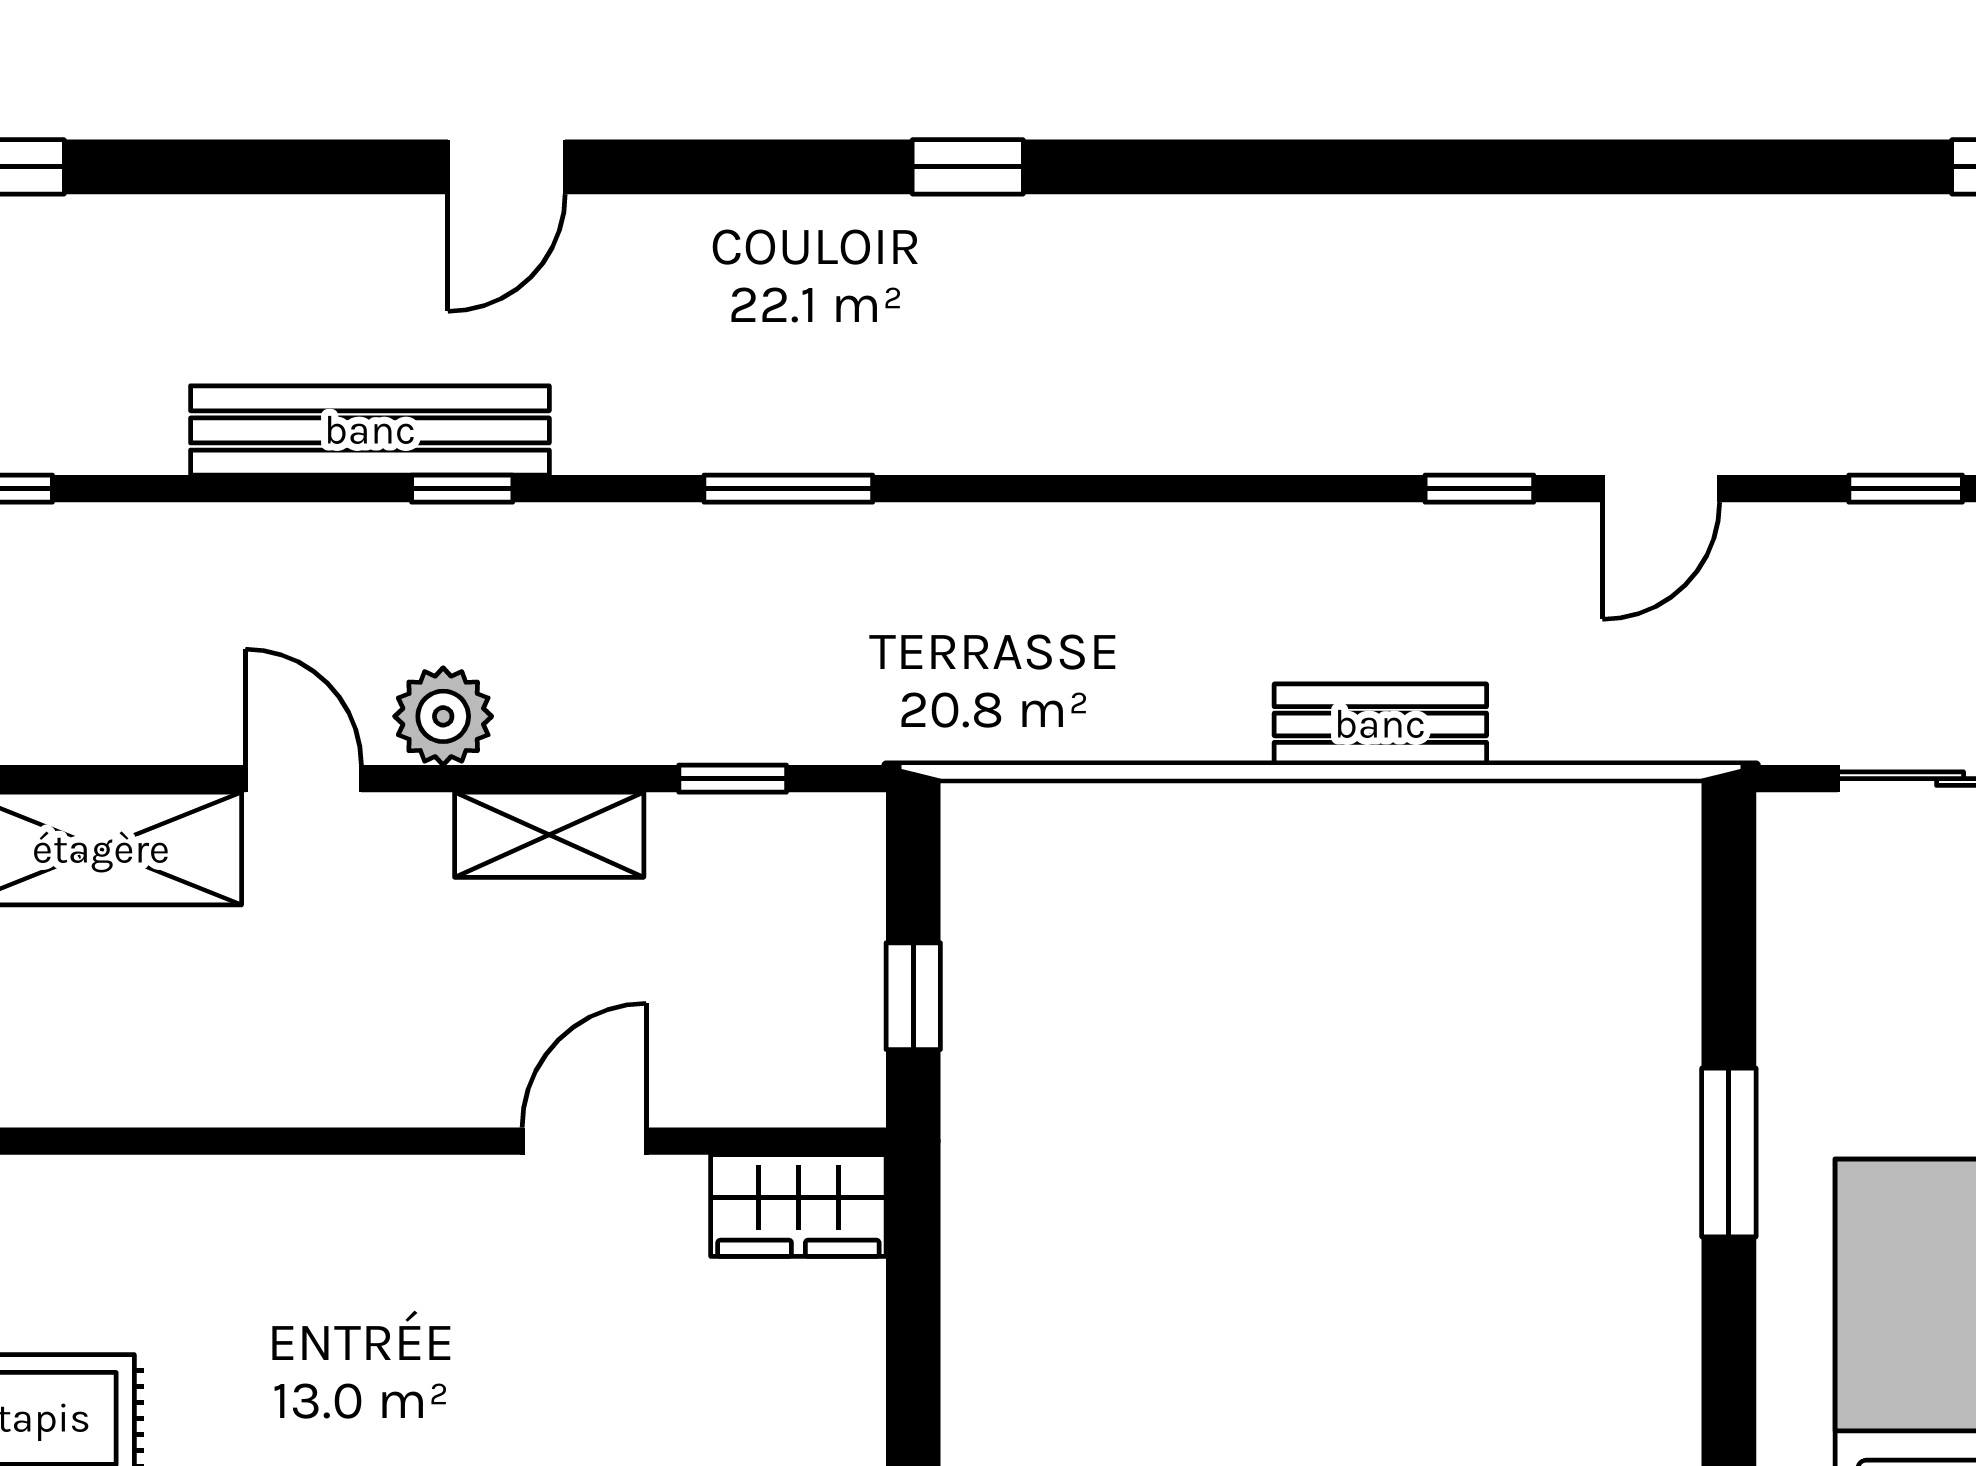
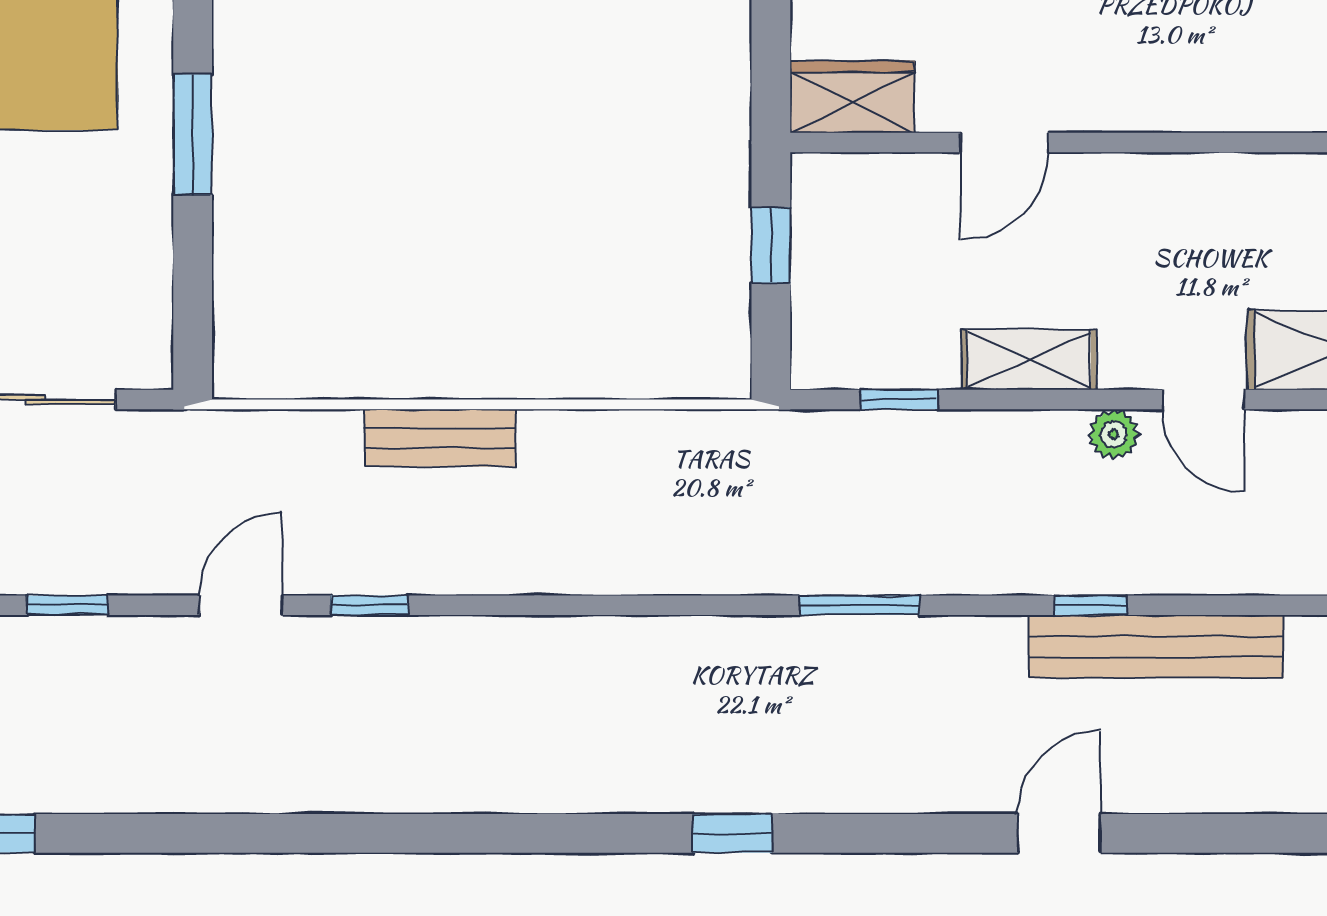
plant: (443, 716) -> (1114, 434), width x0.73, depth x0.73

